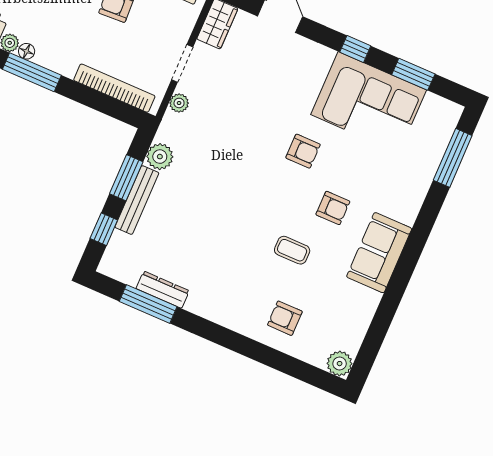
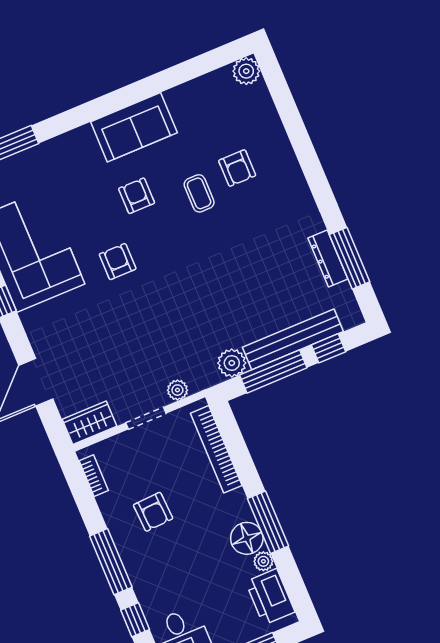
floor lamp: (27, 51) -> (247, 538), width x1.89, depth x1.89
window: (126, 178) -> (273, 371), width x1.44
bench: (137, 200) -> (293, 339), width x1.37, depth x1.21
armchair: (285, 318) -> (237, 168), moved

